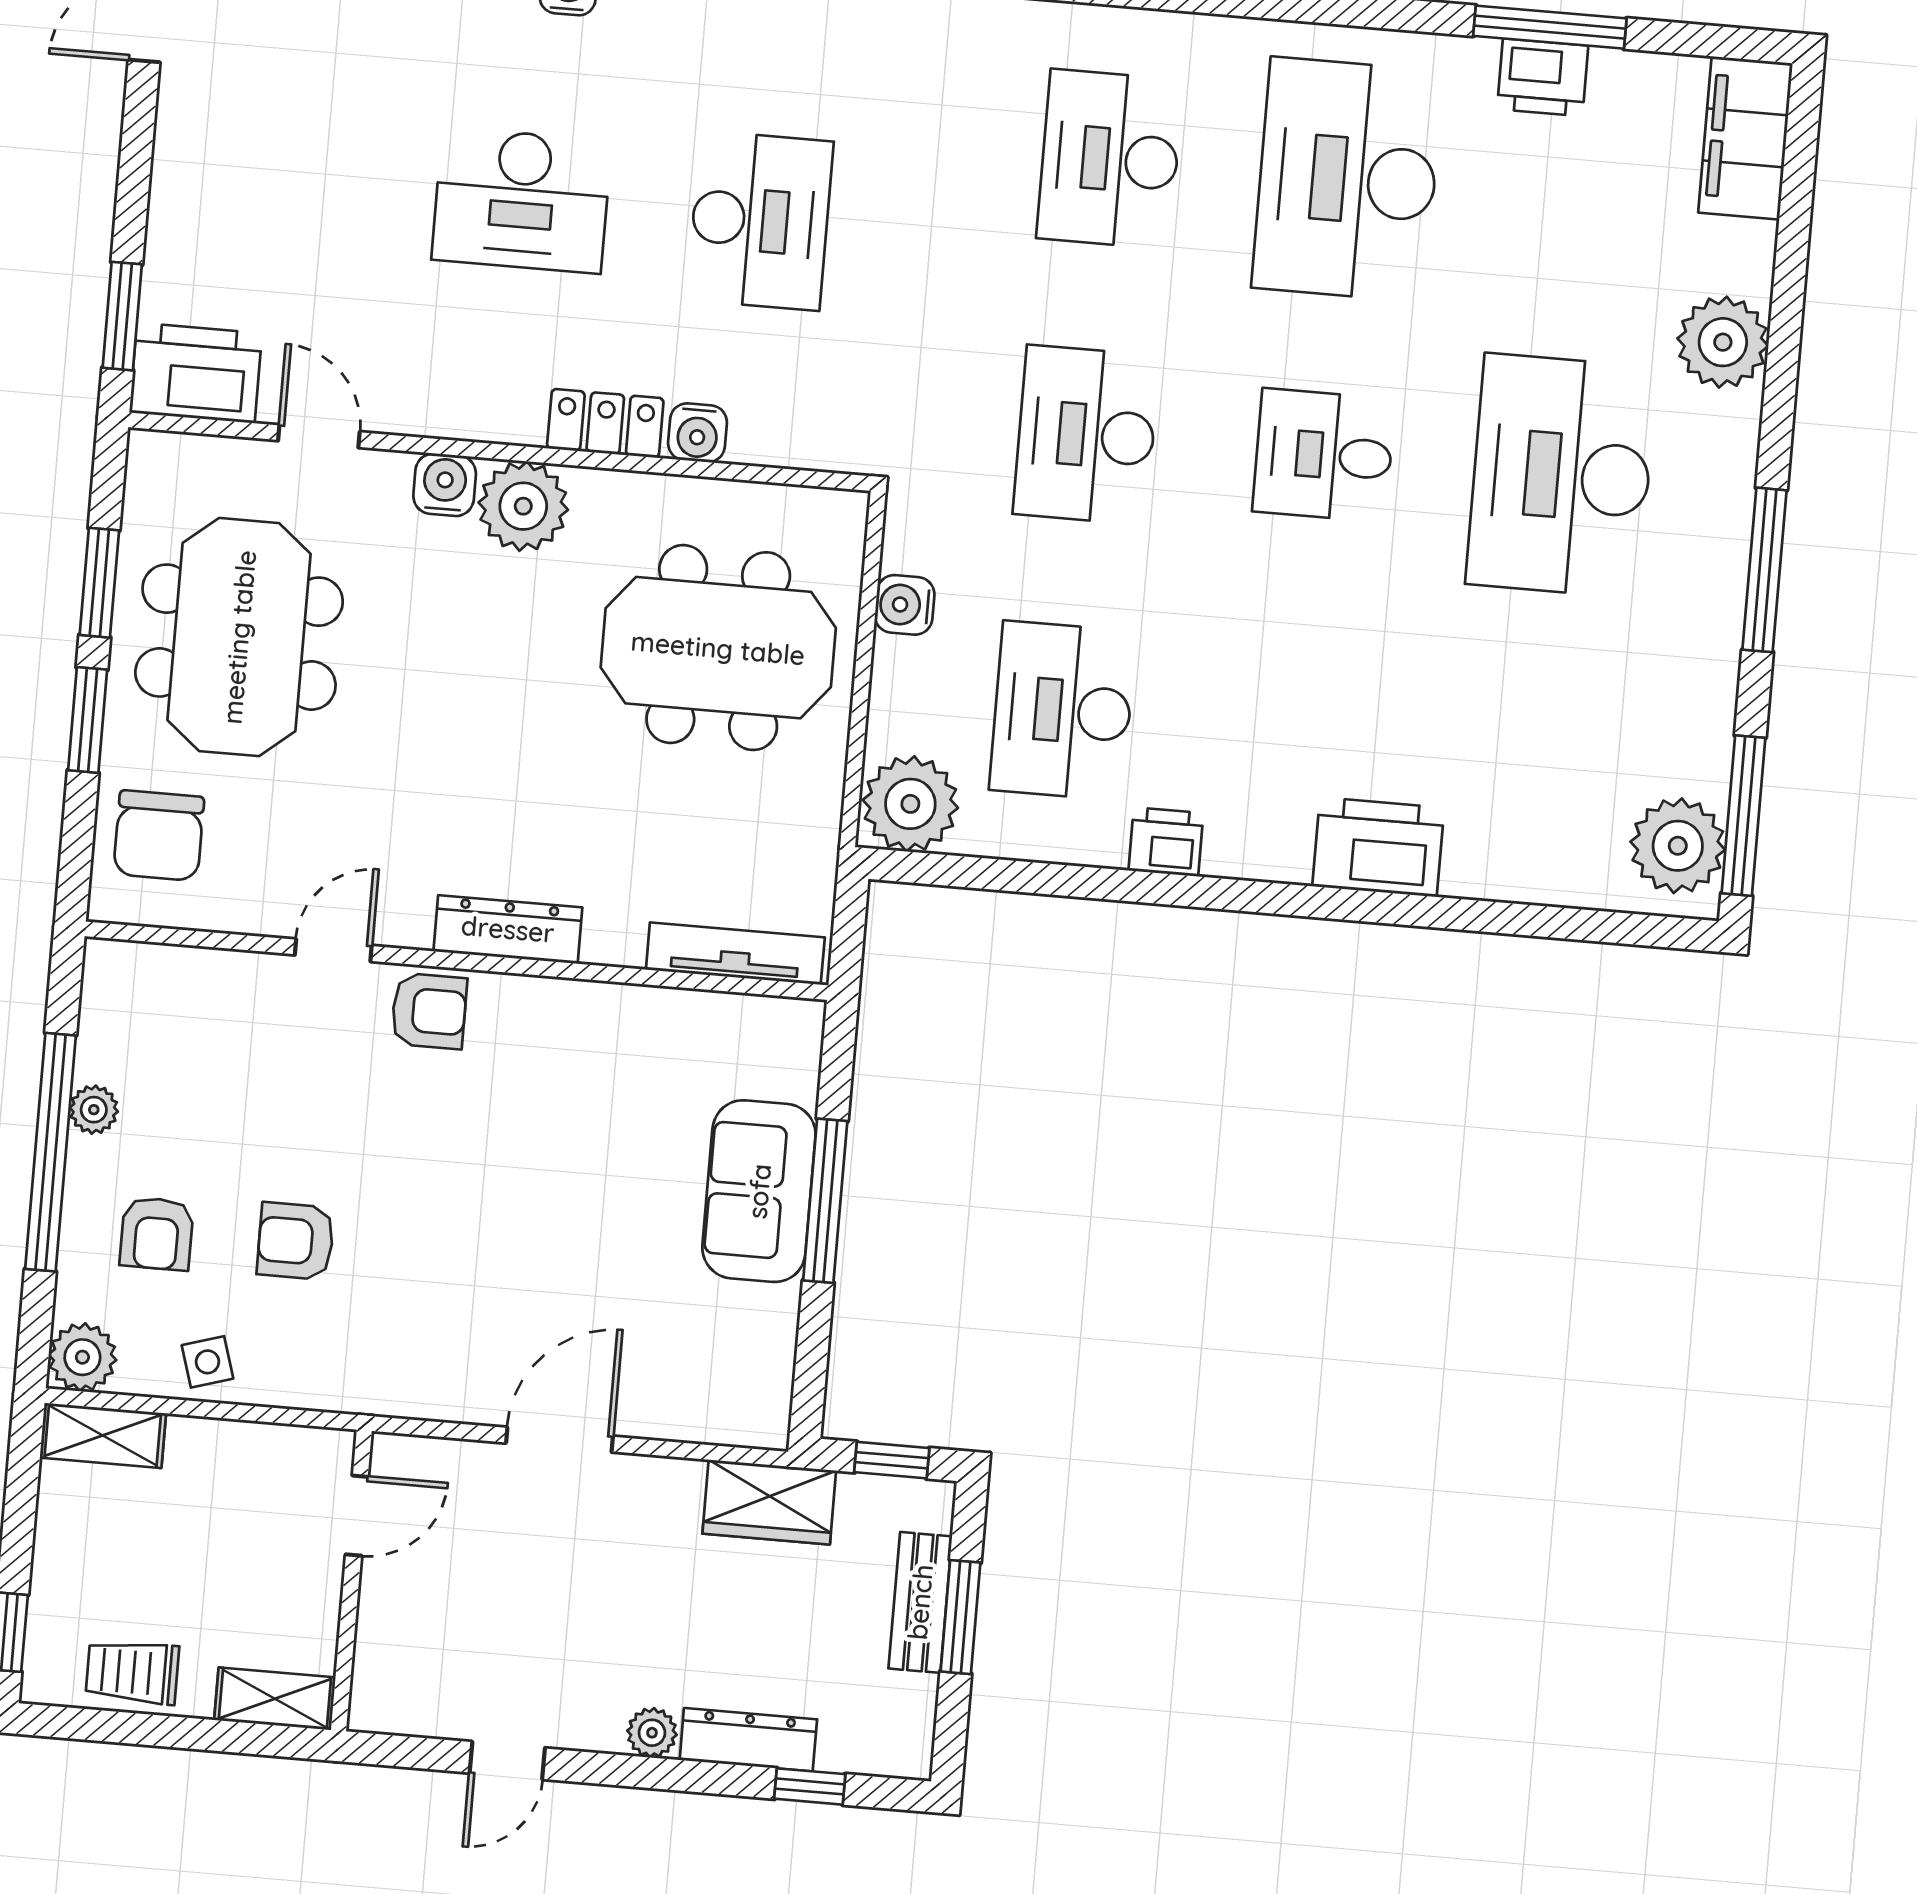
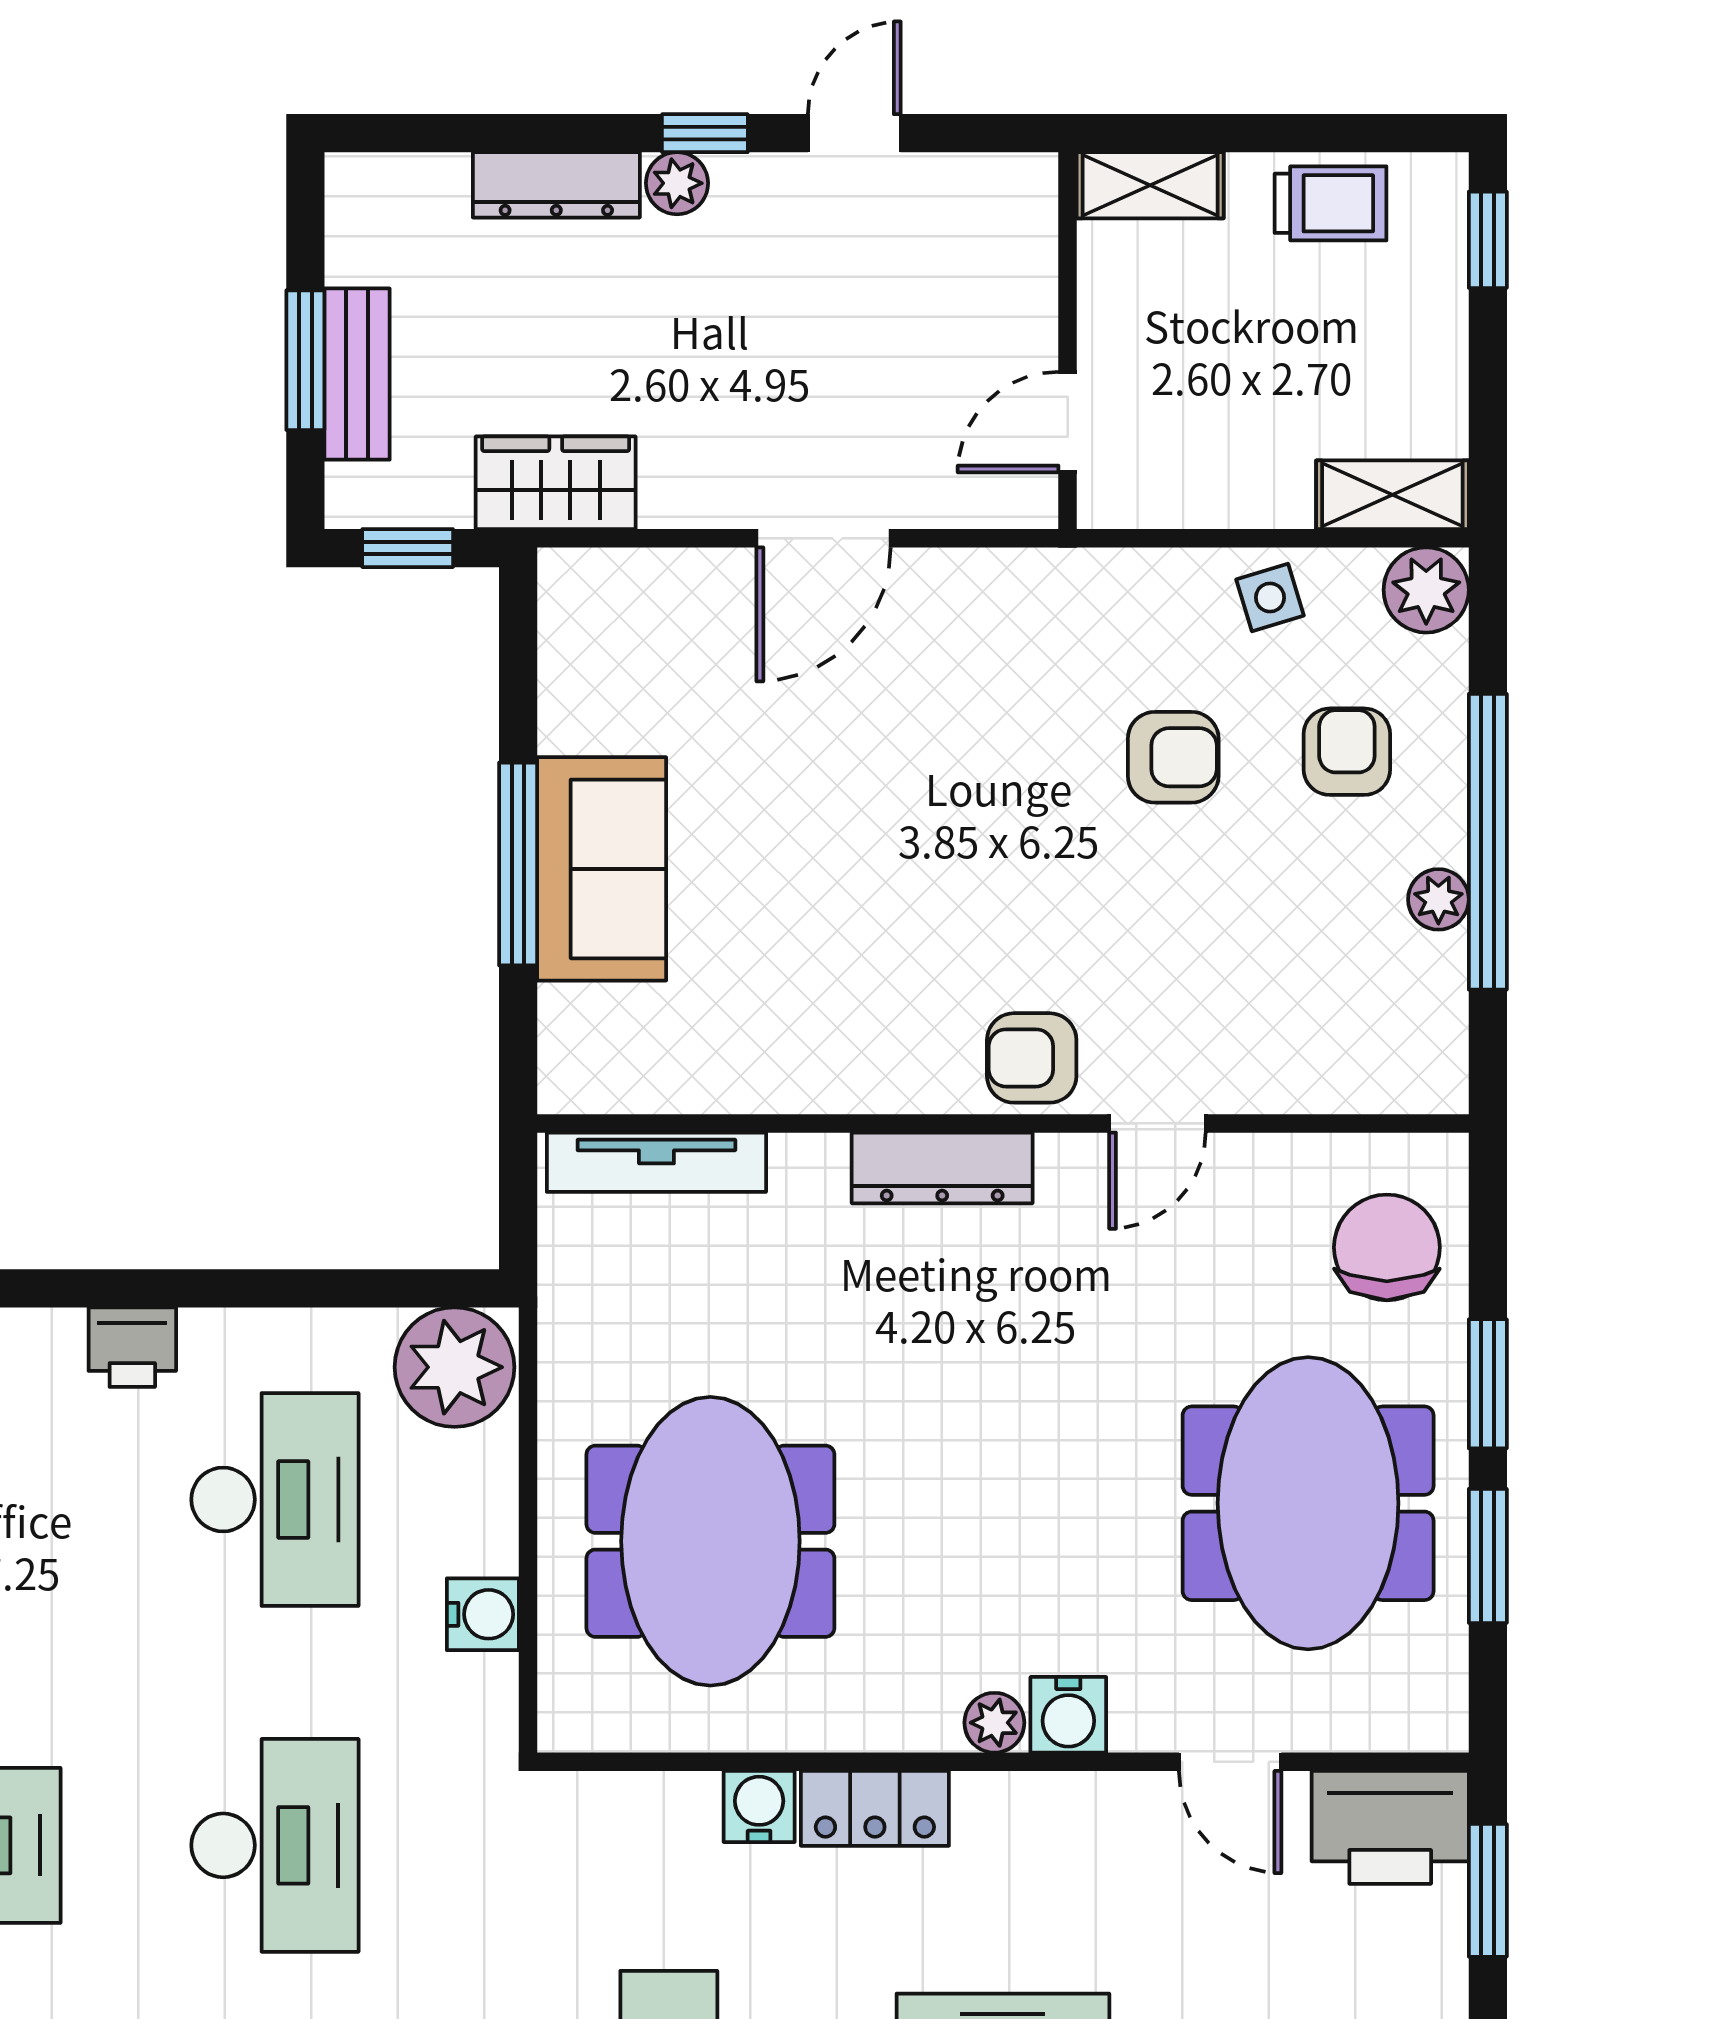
plant: (523, 506) -> (994, 1723), width x0.53, depth x0.53
meeting table: (718, 648) -> (710, 1541), turned 90
window: (810, 1786) -> (705, 133), moved

